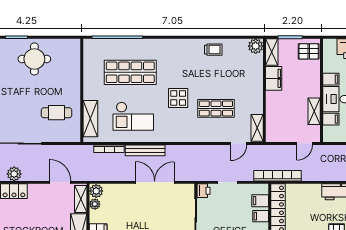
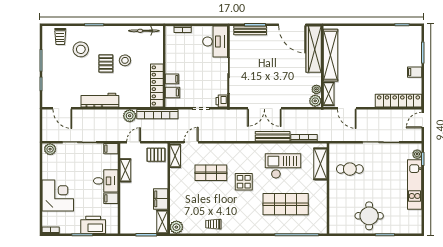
pallet: (309, 51) -> (156, 155), moved
filing cabinet: (331, 119) -> (111, 149), moved
plant: (14, 174) -> (130, 116), moved

